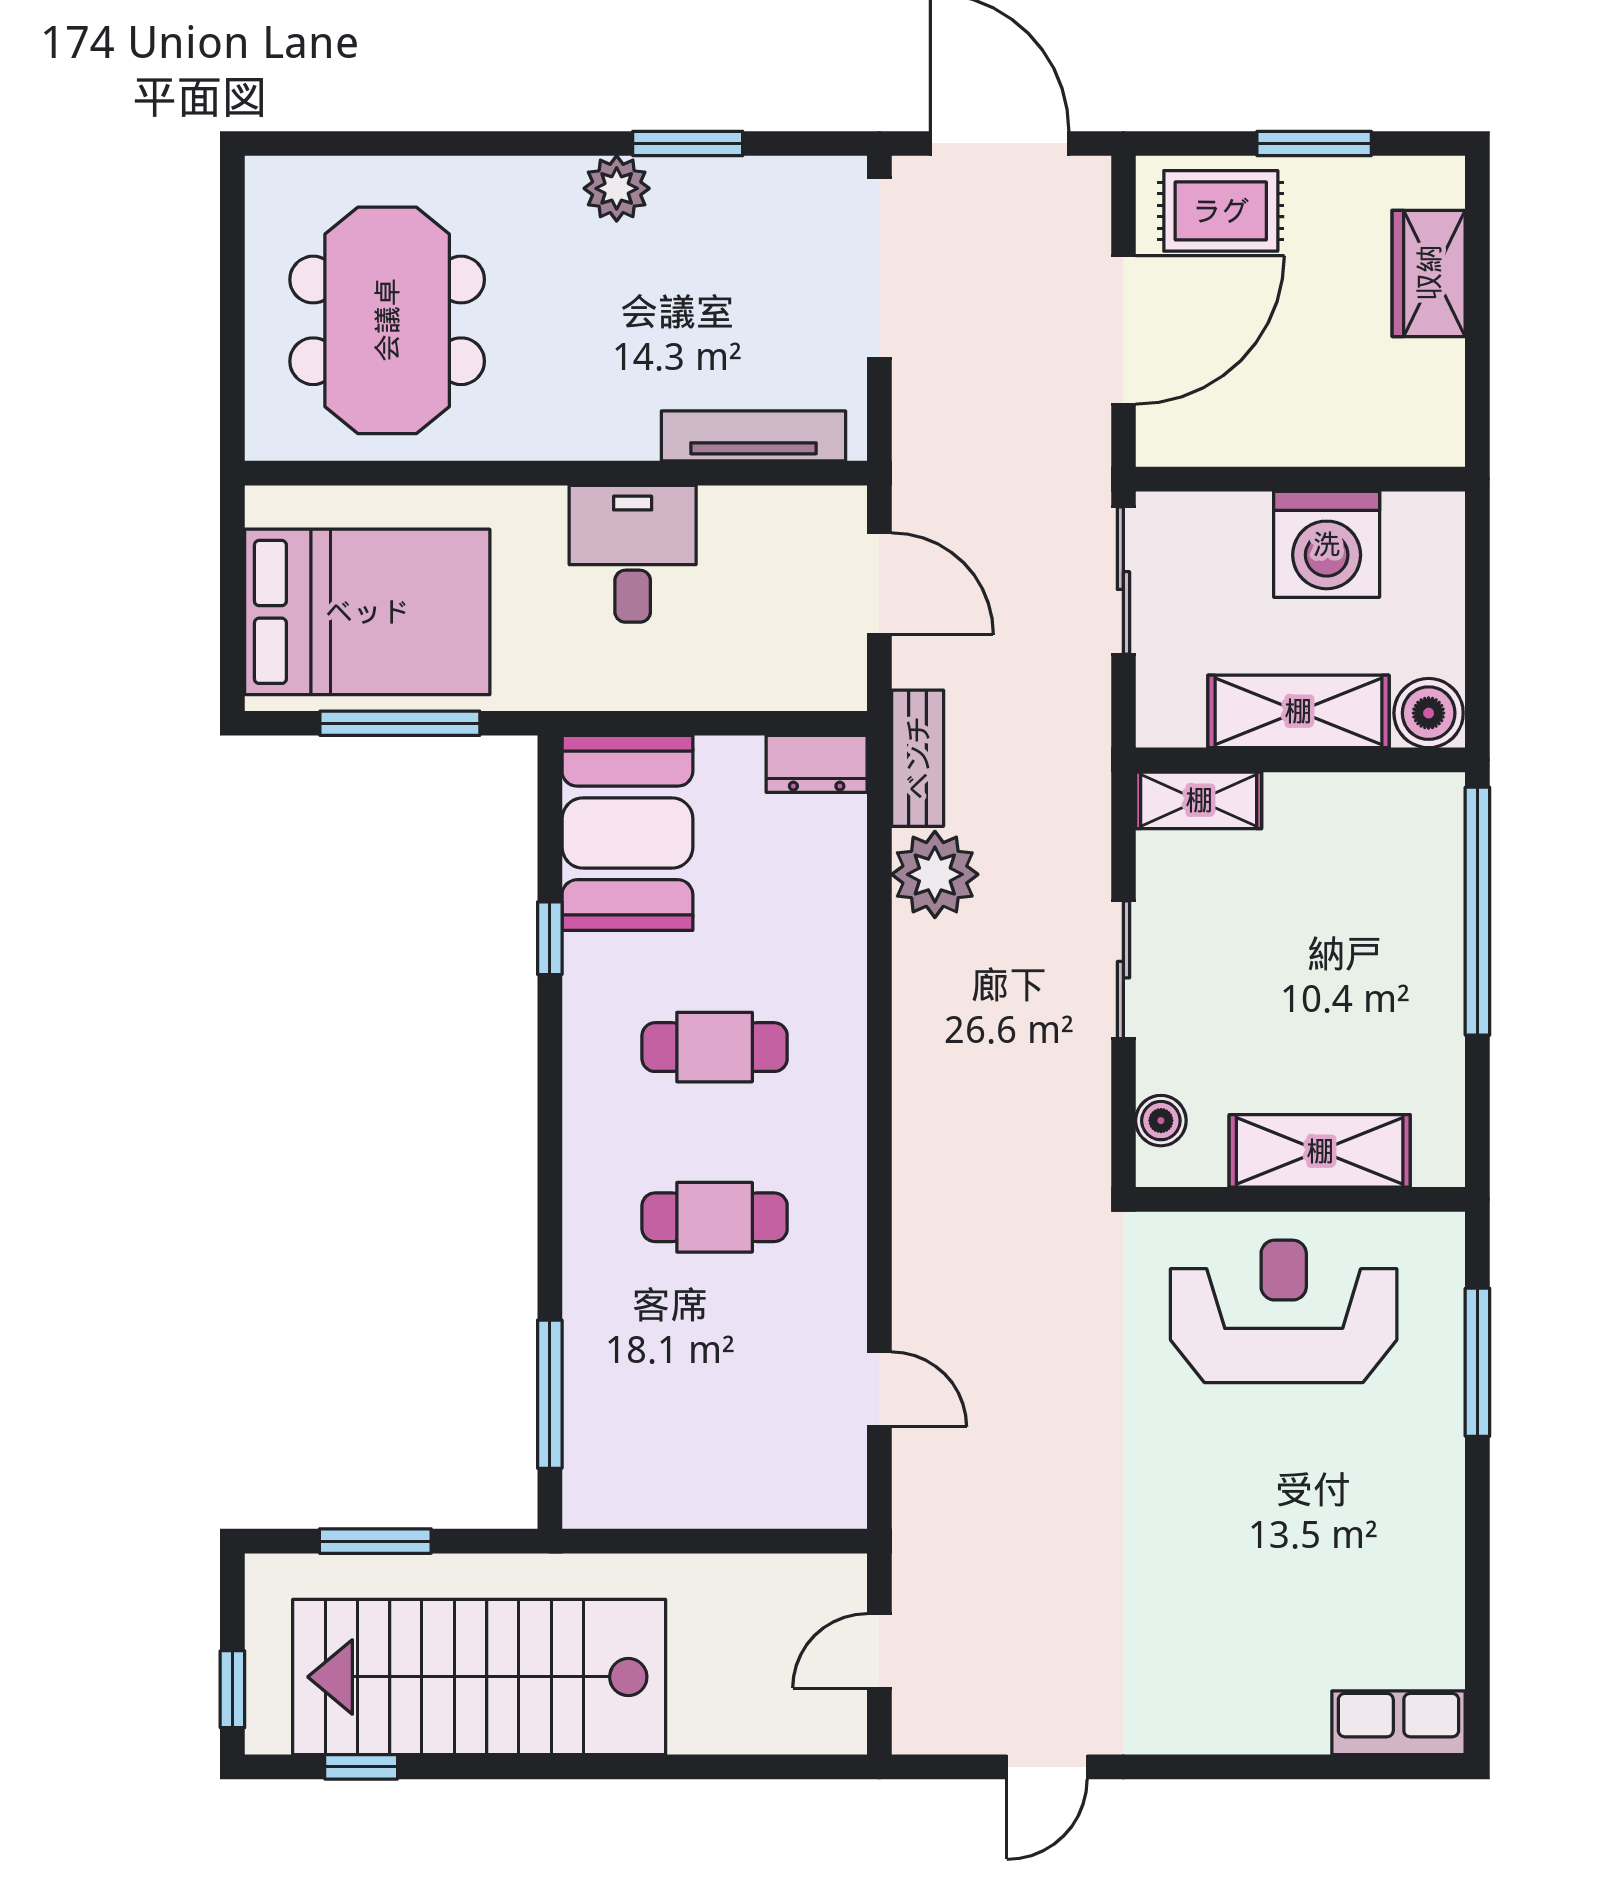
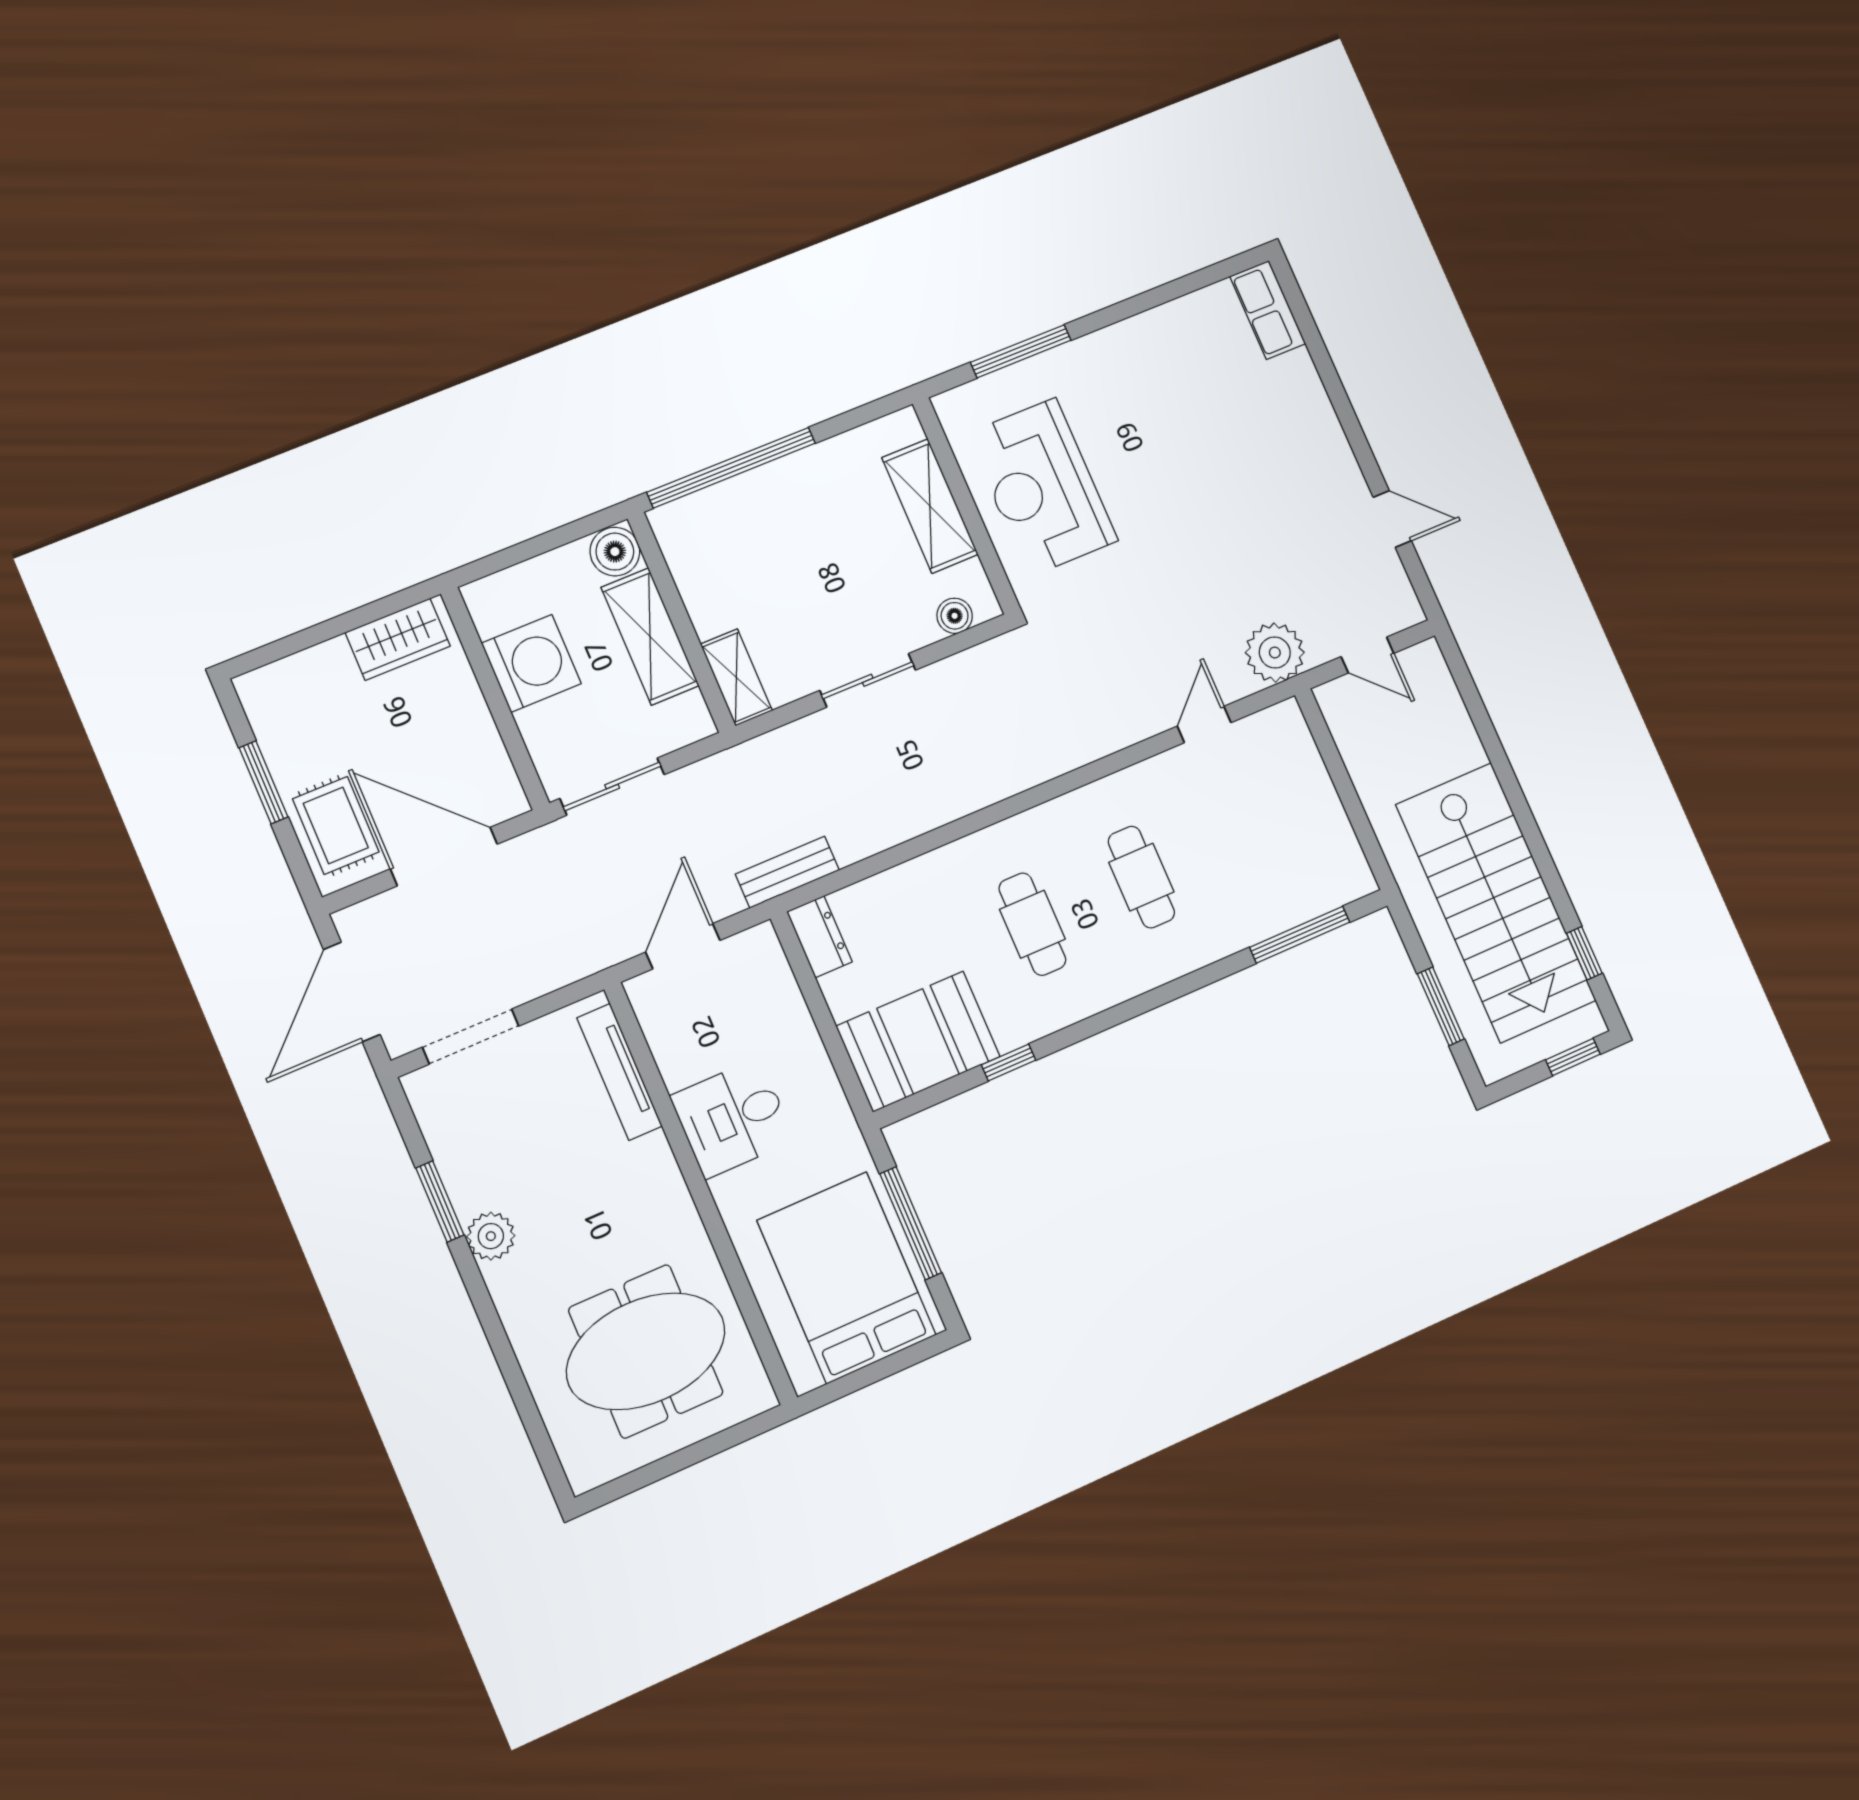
doorway: (879, 268) -> (471, 1037), width x0.73
wardrobe: (1429, 273) -> (398, 639), moved
plant: (935, 874) -> (1275, 653), moved

